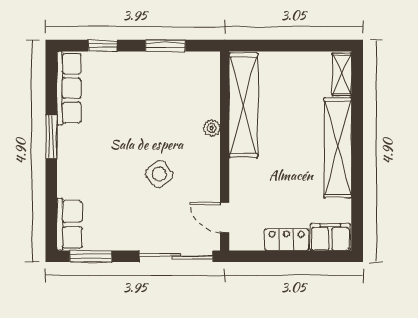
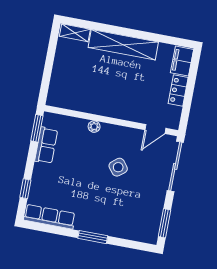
window: (165, 46) -> (37, 128), moved
shelving: (243, 105) -> (83, 102), removed
window: (51, 137) -> (93, 237), moved
row of seats: (69, 225) -> (46, 145), moved, turned 90

